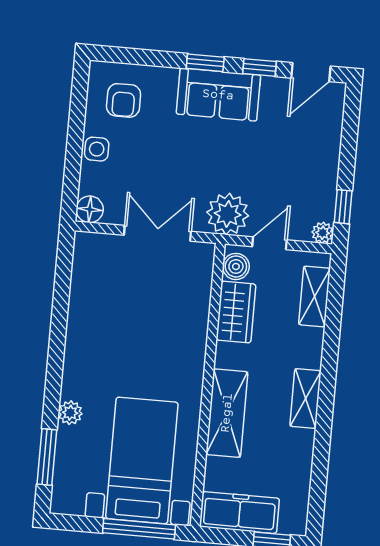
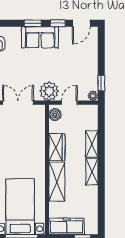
shelving: (314, 296) -> (92, 144), moved
wardrobe: (236, 312) -> (57, 147), moved

